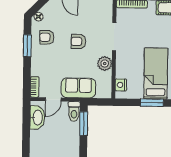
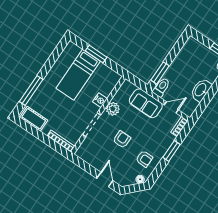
armchair: (78, 41) -> (122, 139), turned -90
window: (27, 46) -> (172, 151), moved
nightstand: (121, 85) -> (100, 100), moved
washbasin: (37, 118) -> (201, 90), moved

